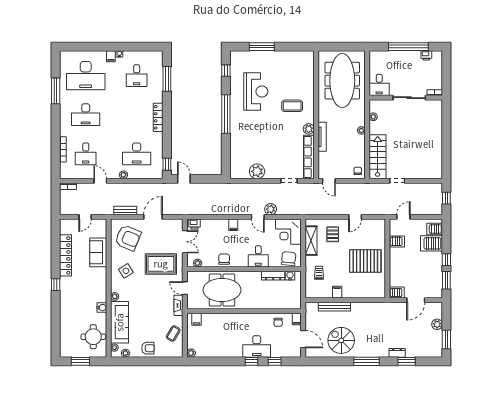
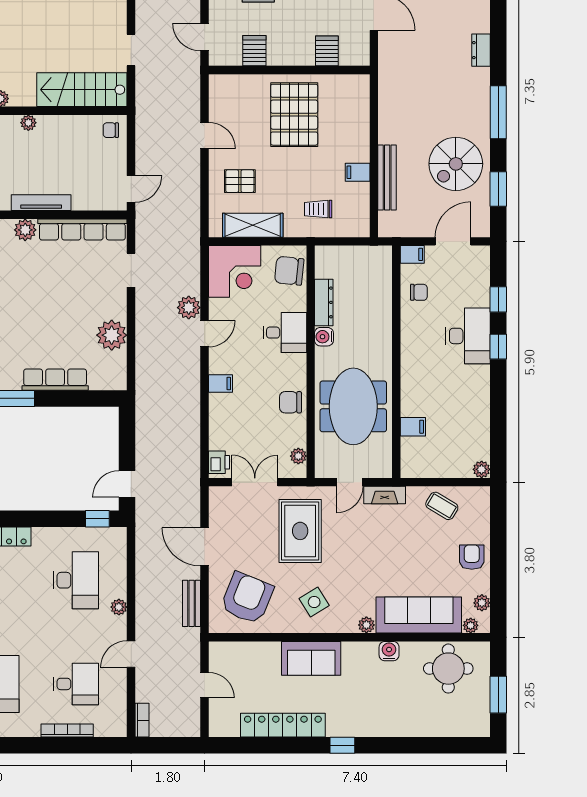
row of seats: (235, 144) -> (55, 380), added
sofa: (98, 252) -> (311, 658), moved
water cooler: (290, 276) -> (324, 337), moved
server rack: (397, 293) -> (327, 51), moved
filing cabinet: (197, 319) -> (413, 427), moved
window: (407, 361) -> (498, 189), moved

